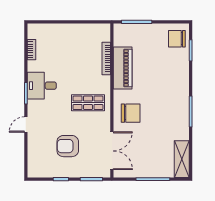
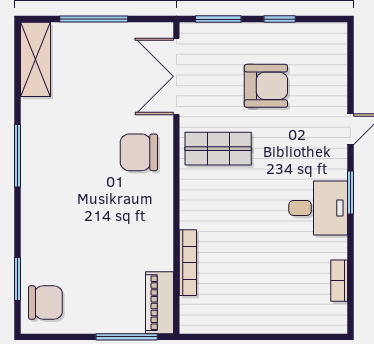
piano: (123, 68) -> (159, 303), moved, width x0.73, depth x0.75
shop shelf: (88, 103) -> (218, 149), moved

